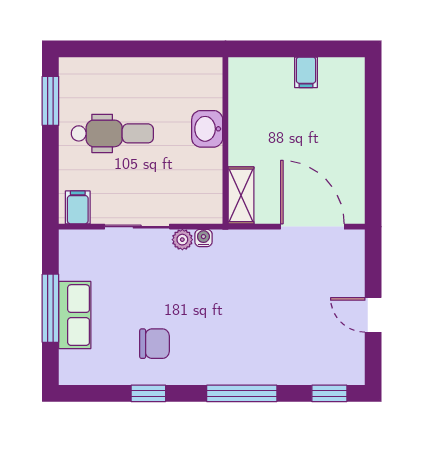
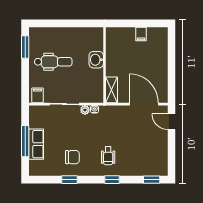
door: (373, 315) -> (171, 122), moved
wheelchair: (233, 341) -> (108, 156), added
window: (242, 393) -> (112, 180), width x0.46

